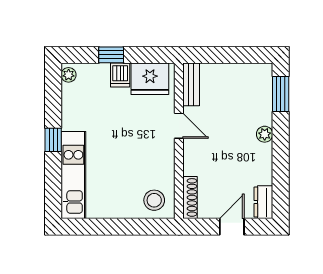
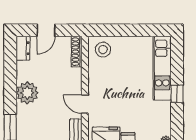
plant: (265, 134) -> (27, 93), width x1.88, depth x1.88

